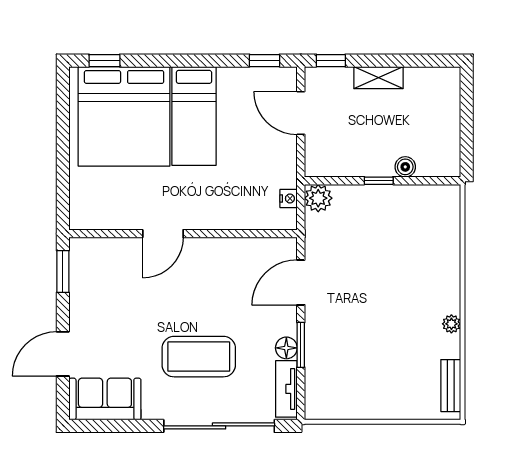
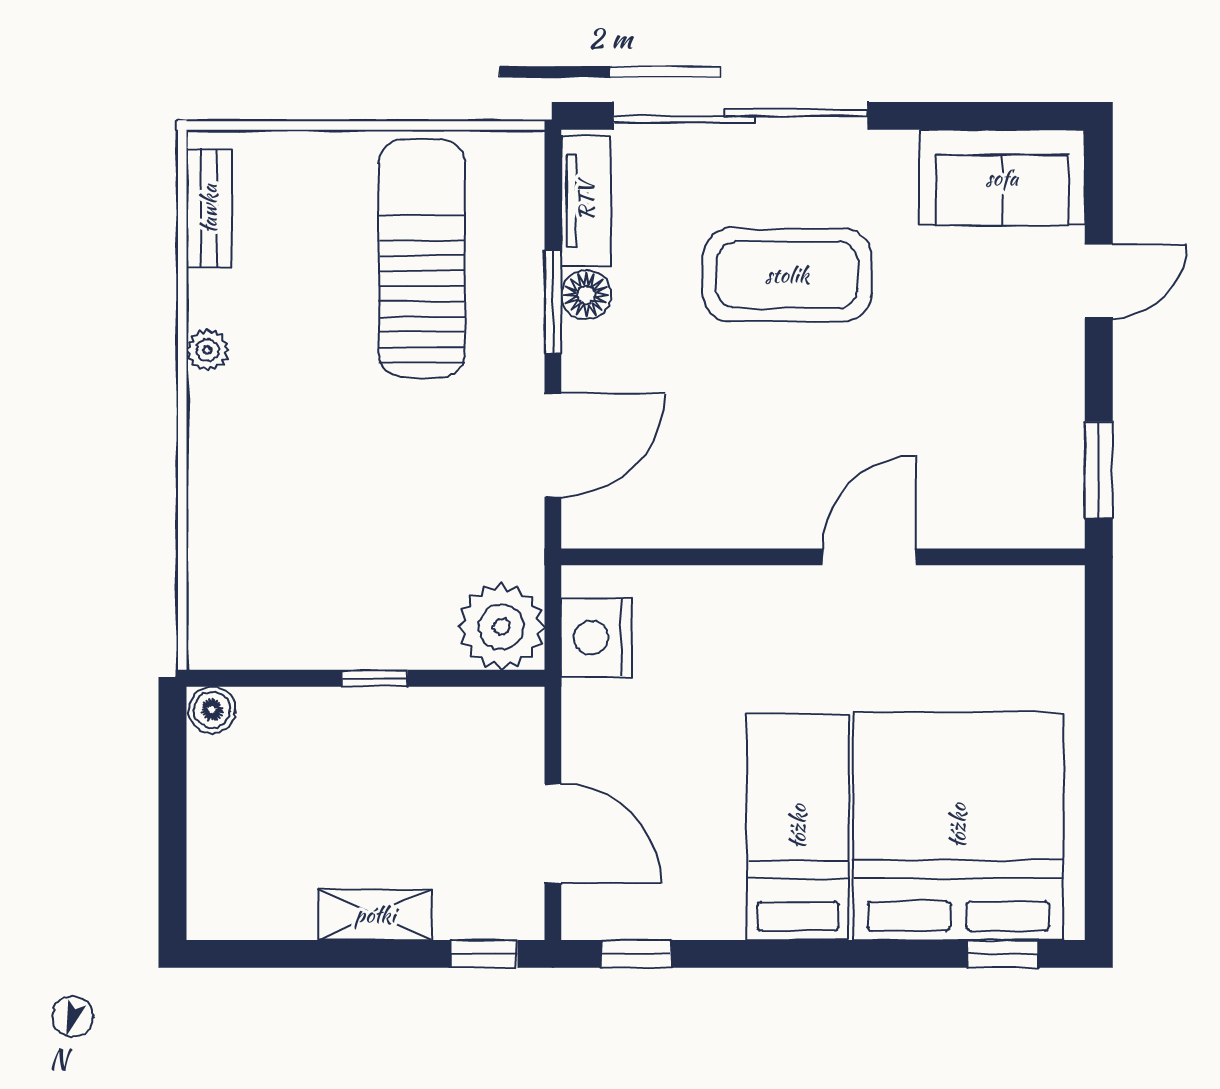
boiler: (405, 167) -> (212, 710), moved
nightstand: (289, 198) -> (597, 637), width x1.89, depth x1.79
plant: (318, 198) -> (501, 627), width x1.36, depth x1.36
door: (63, 354) -> (1099, 281), width x0.73
sun lounger: (358, 364) -> (422, 258), added

